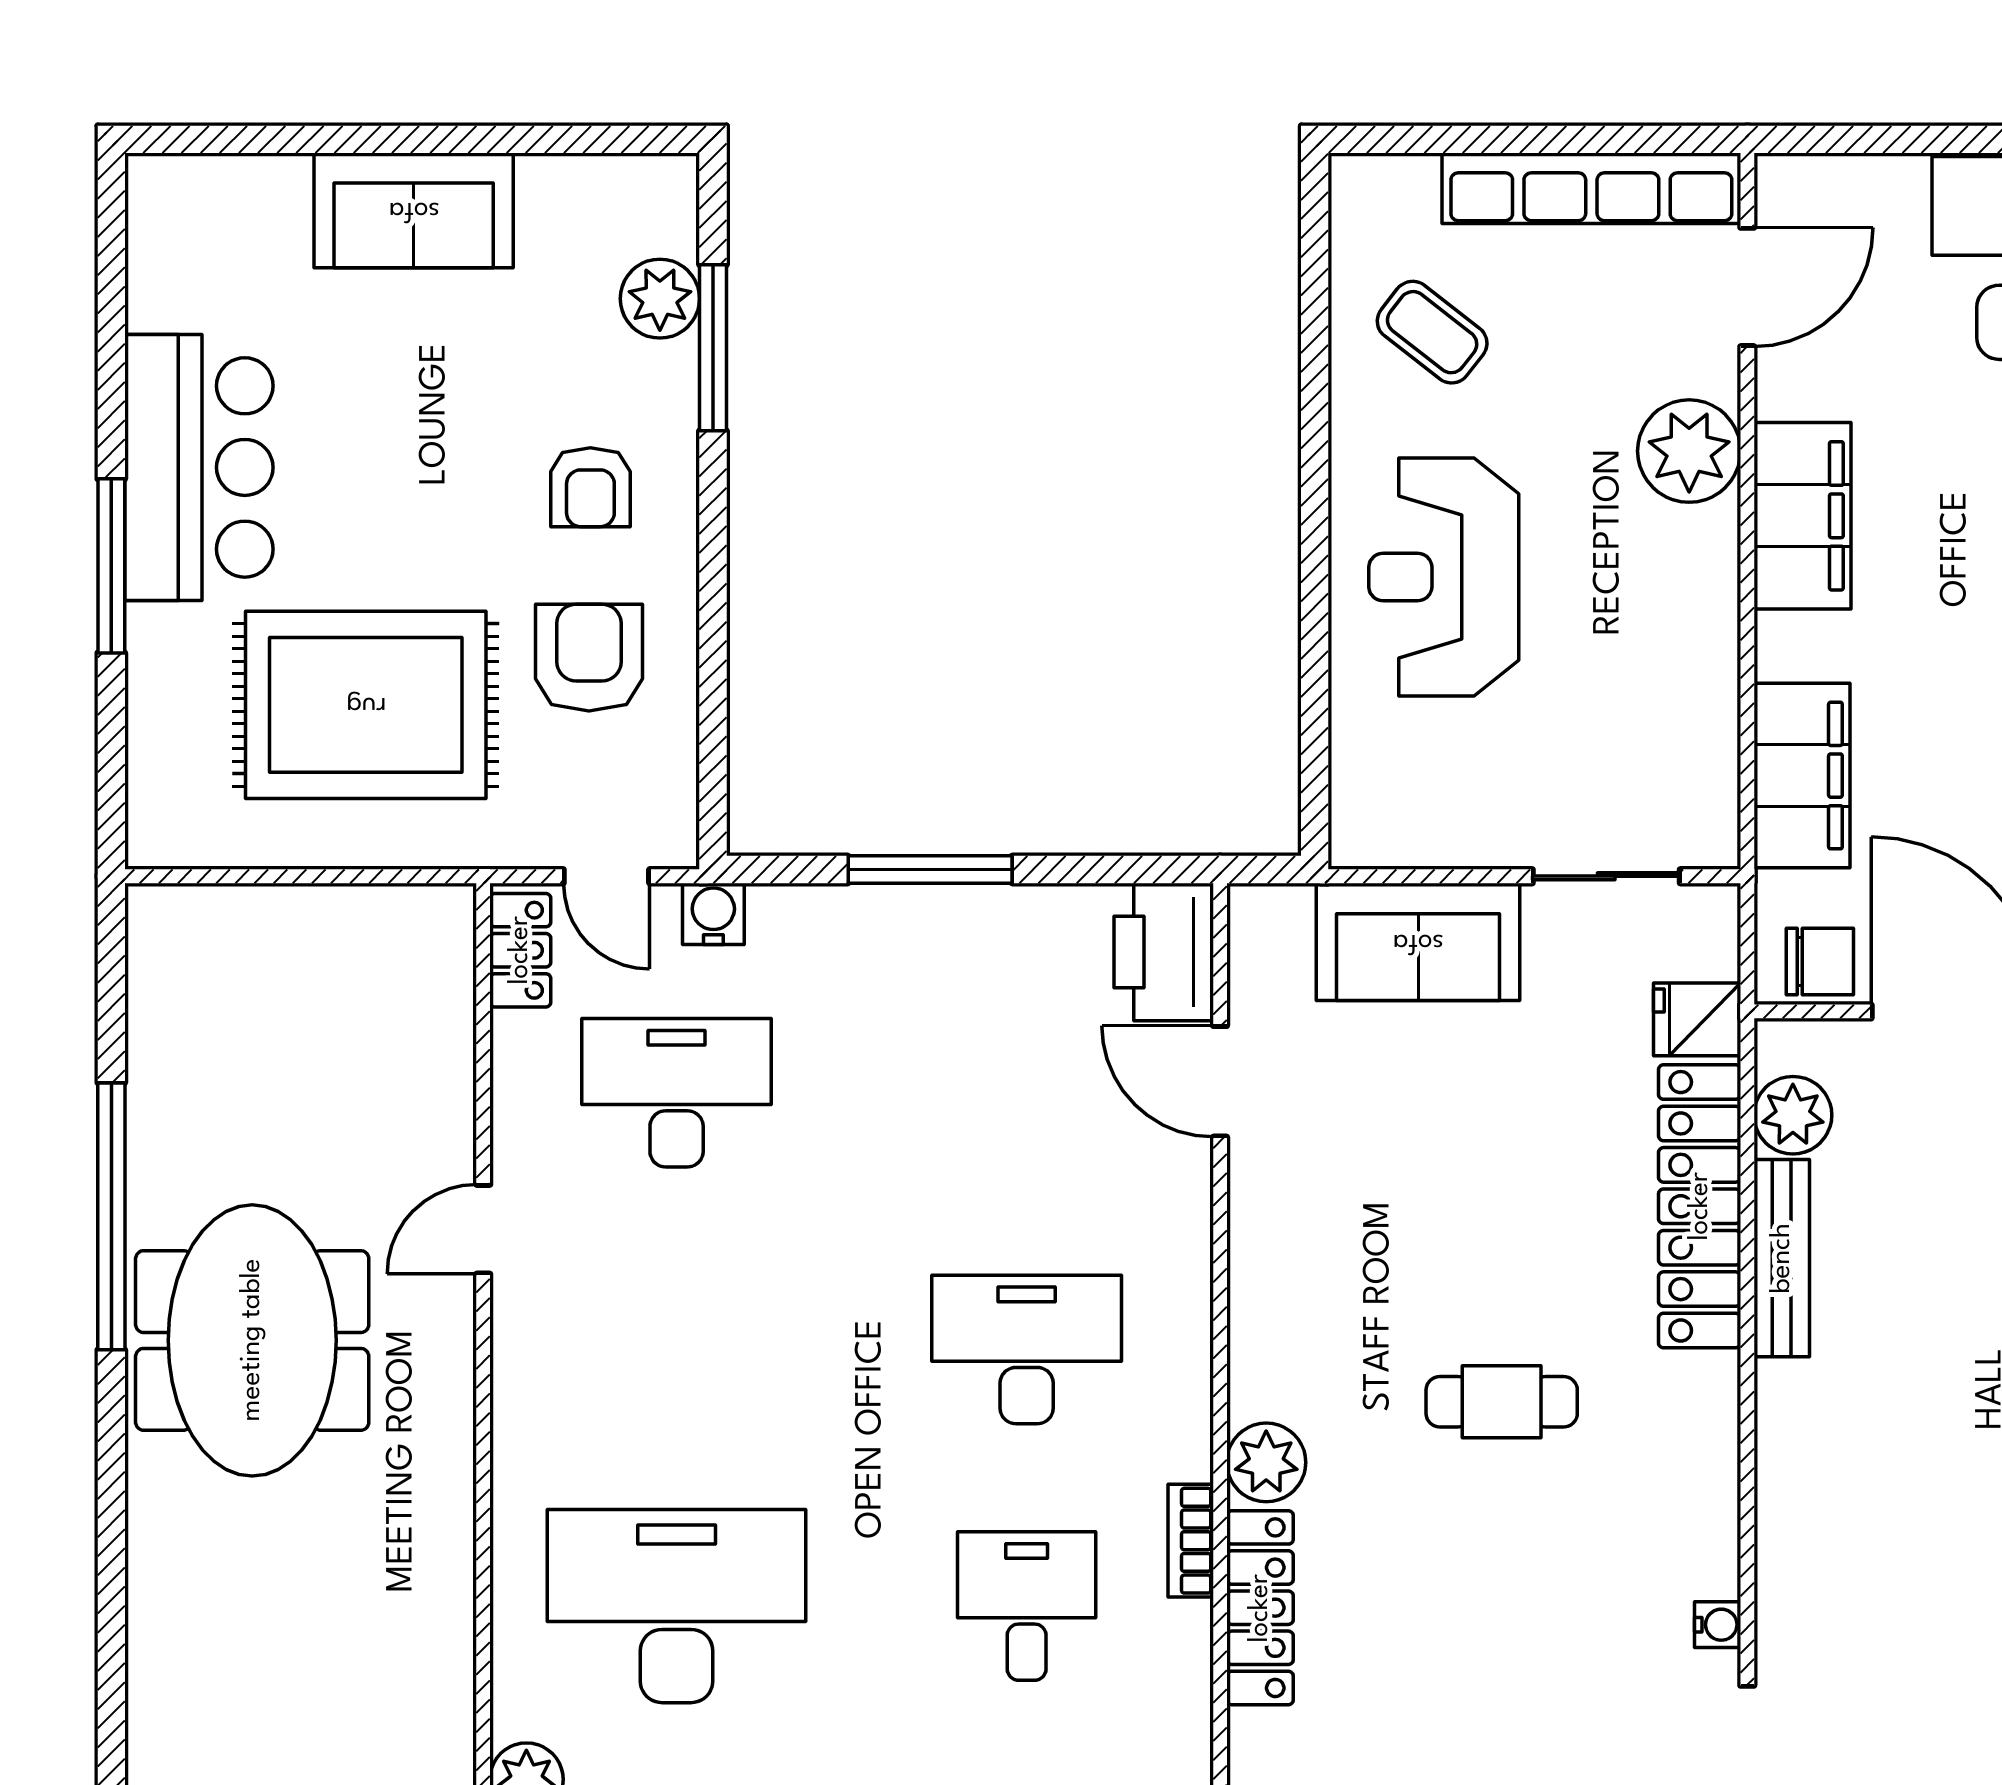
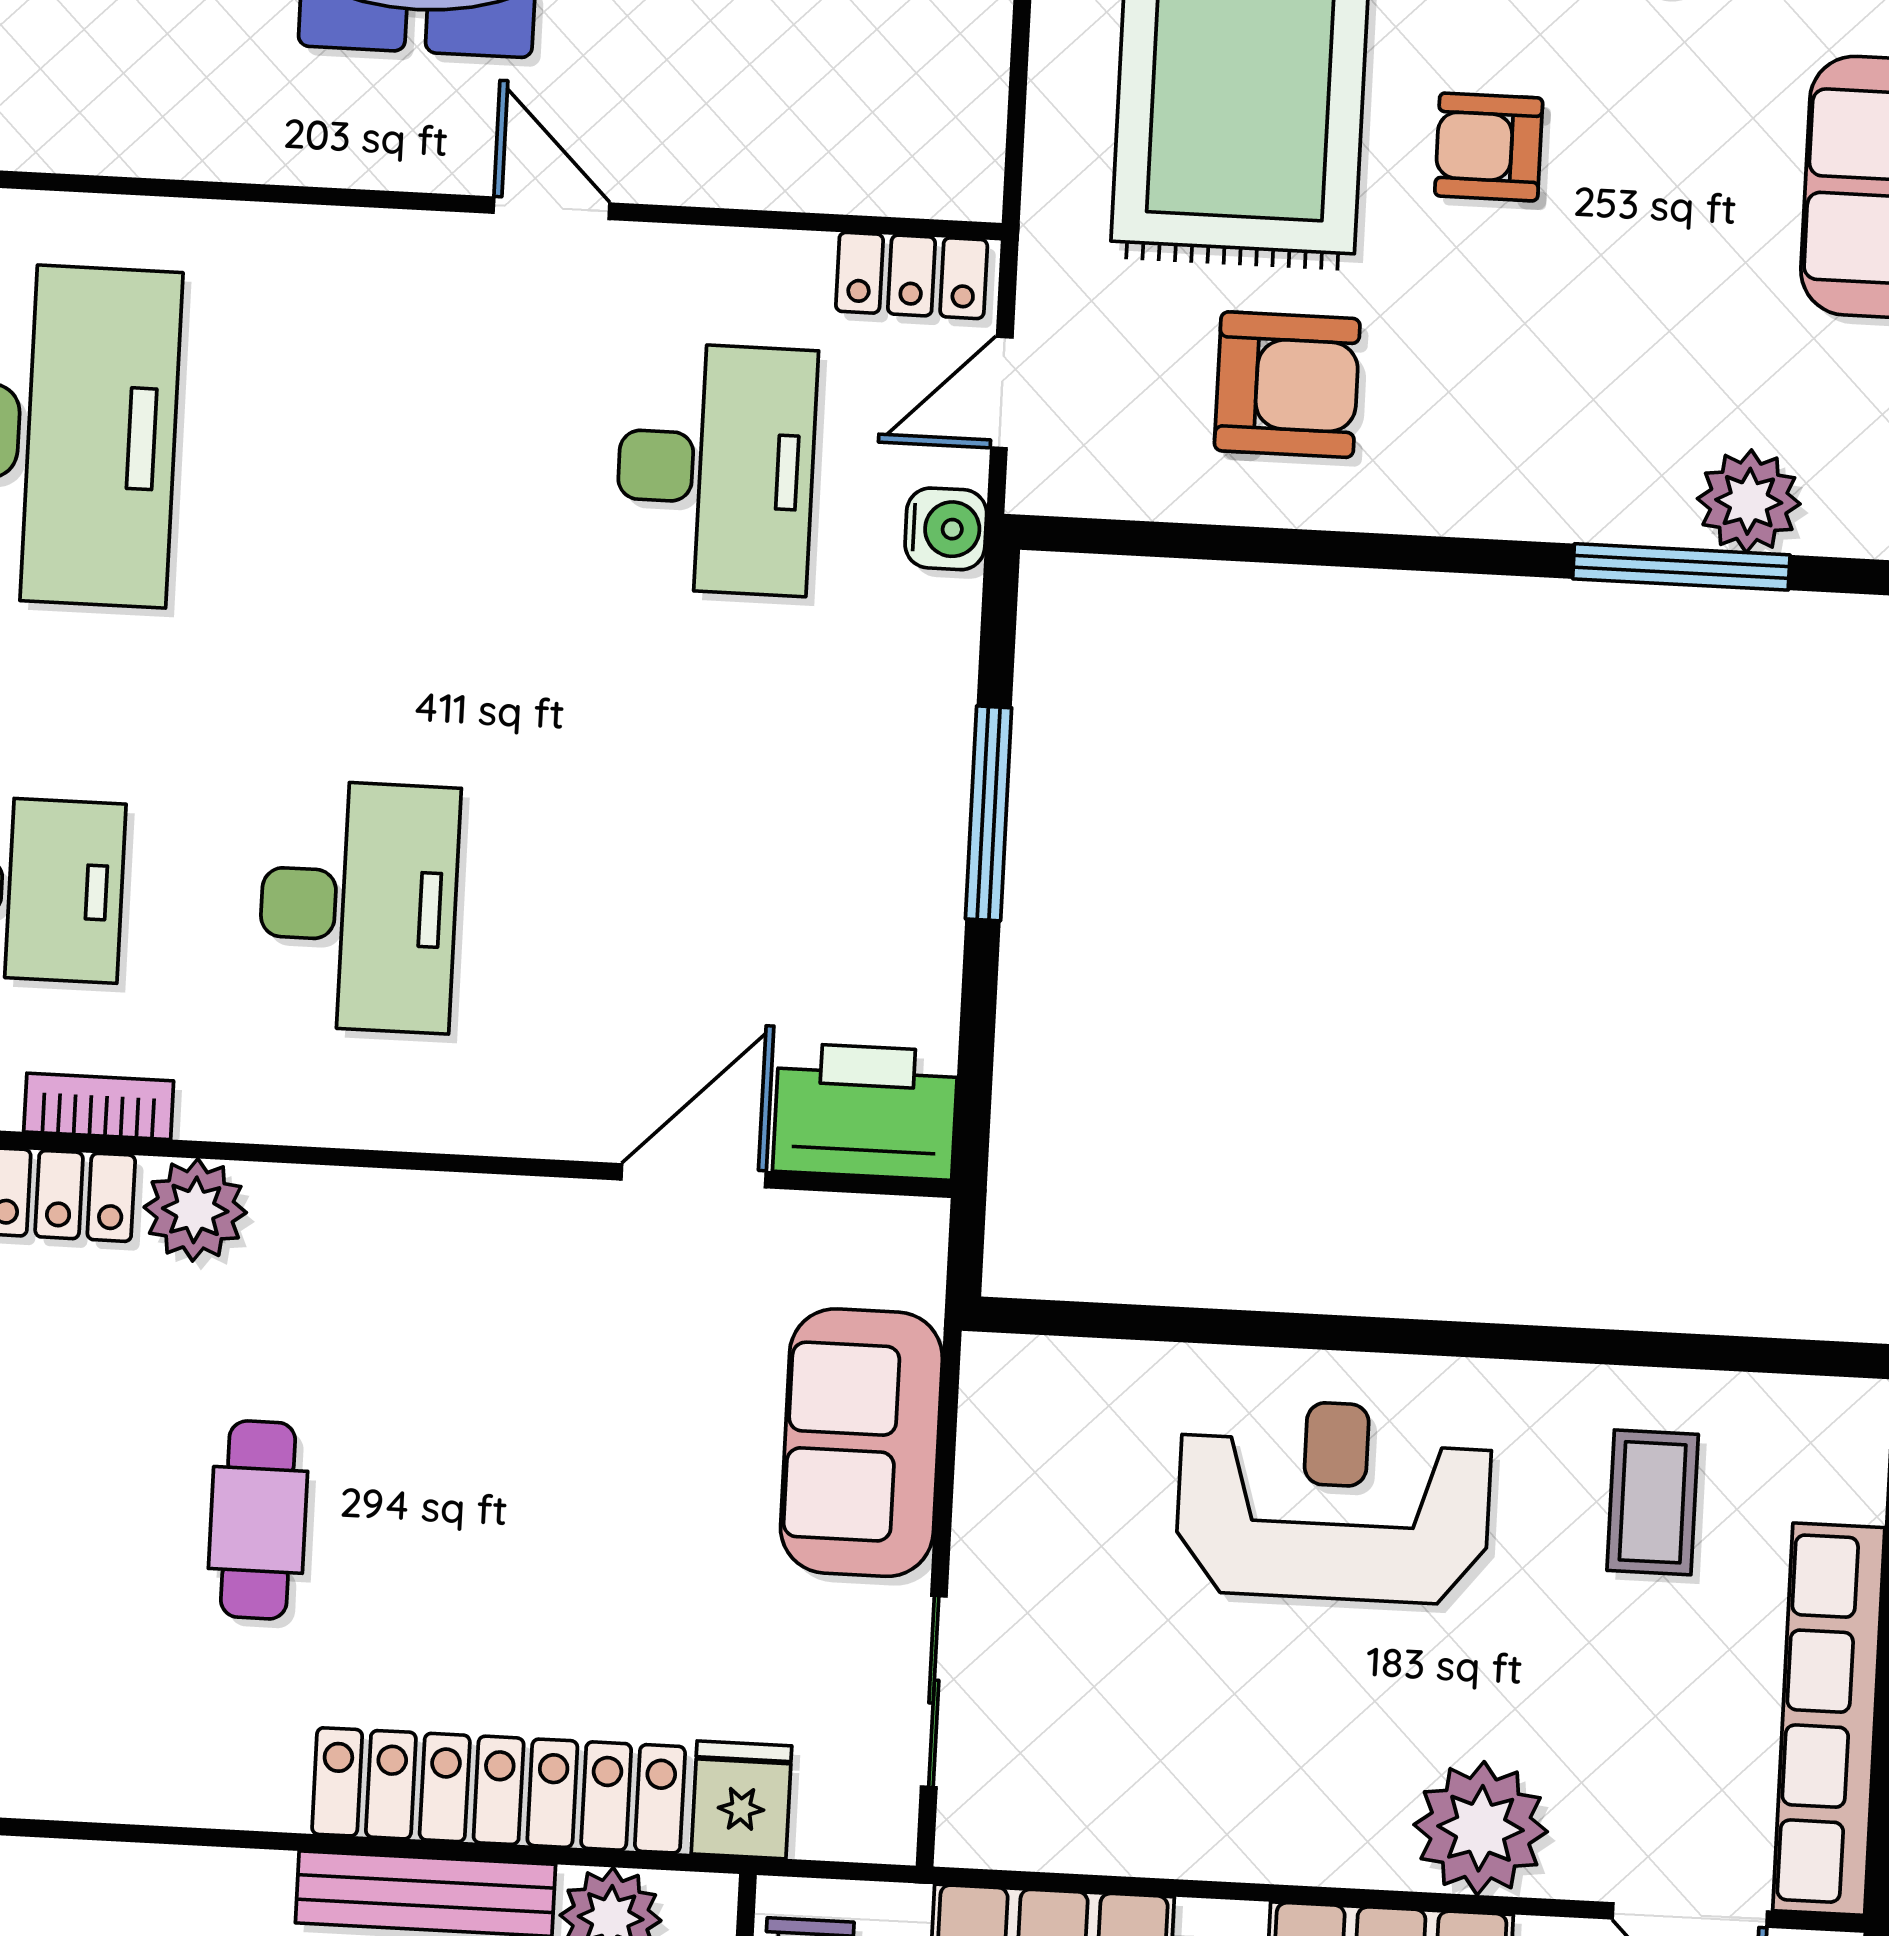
coffee table: (1432, 332) -> (1653, 1502), turned -38
armchair: (590, 487) -> (1489, 147), moved

